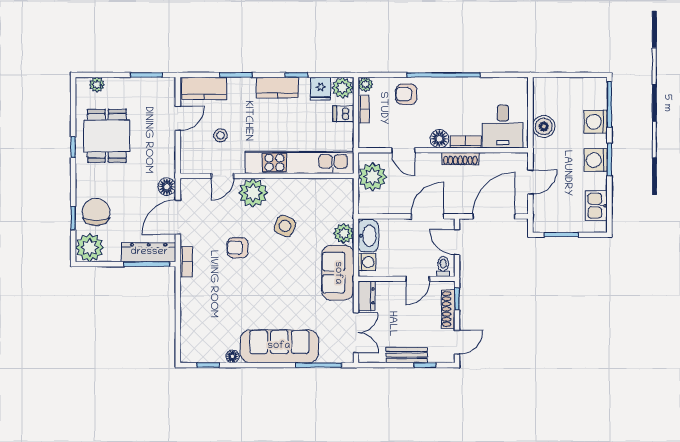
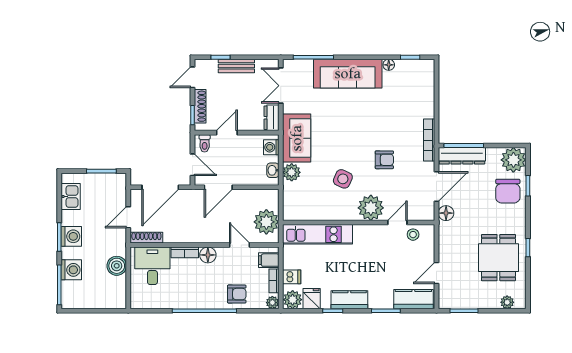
filing cabinet: (370, 133) -> (269, 260), added
stool: (221, 135) -> (413, 235), moved
shoe rack: (460, 159) -> (146, 238), moved
kitchen unit: (299, 163) -> (318, 234), width x0.73
washbasin: (368, 236) -> (273, 170), width x0.52, depth x0.69
bookcase: (186, 262) -> (429, 140), width x1.56

